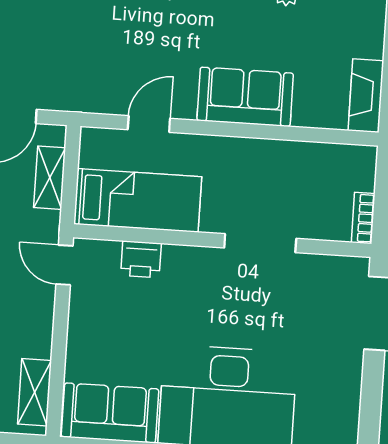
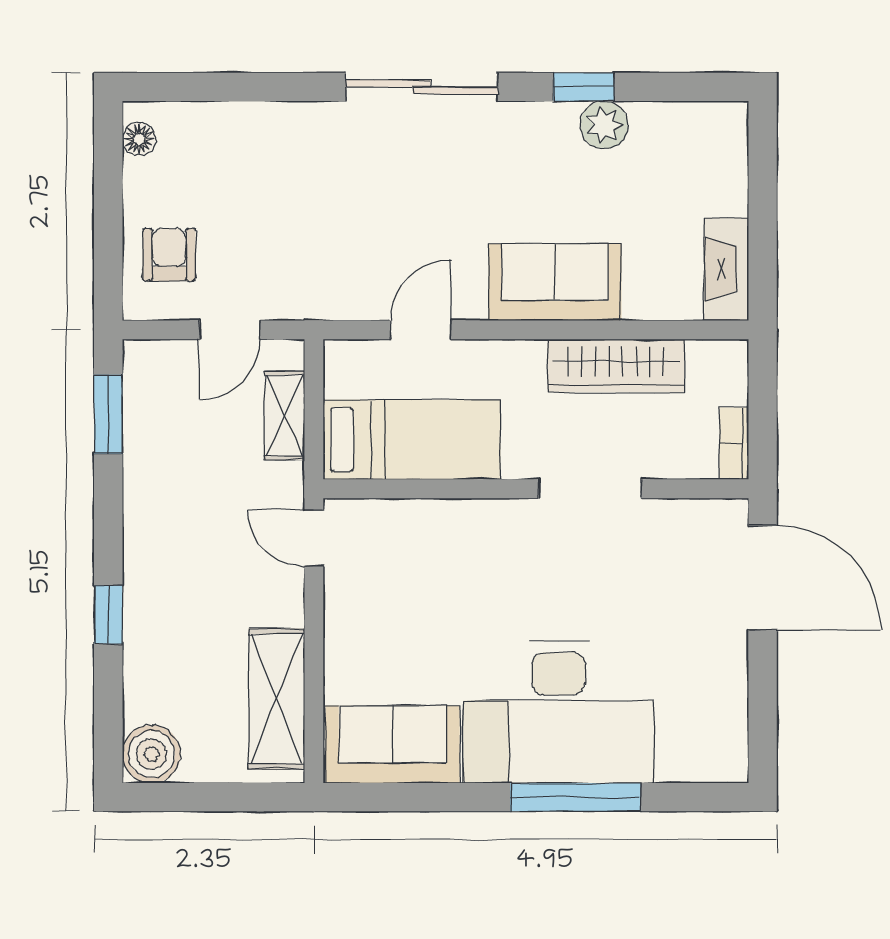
wardrobe: (284, 158) -> (616, 366), added
printer: (141, 259) -> (422, 523), removed
shelving: (35, 392) -> (276, 699), width x1.50, depth x1.33

